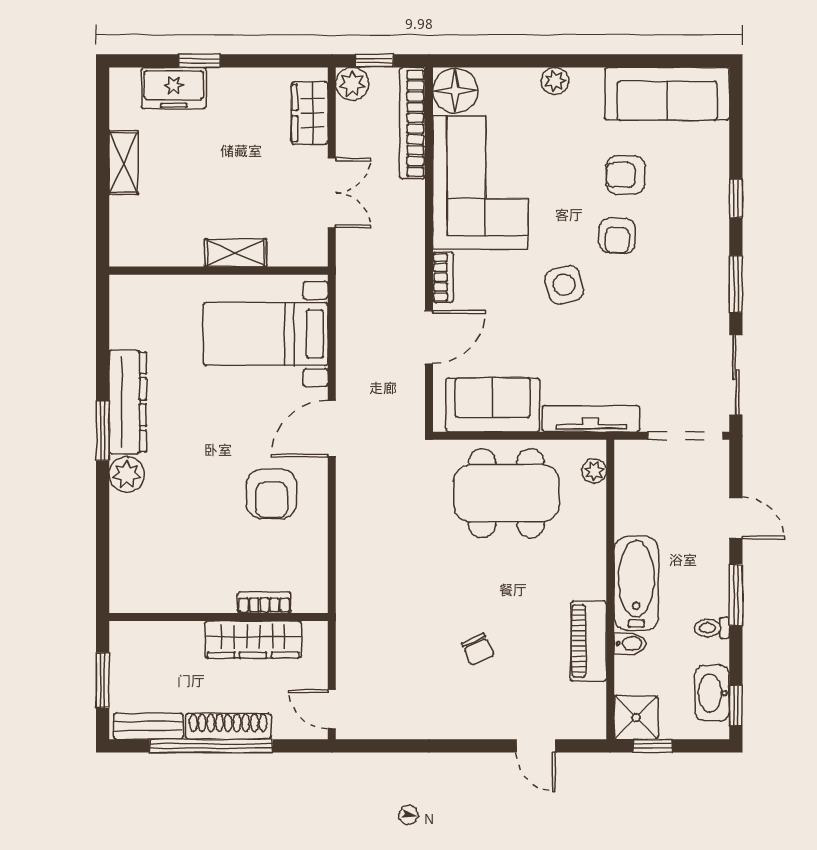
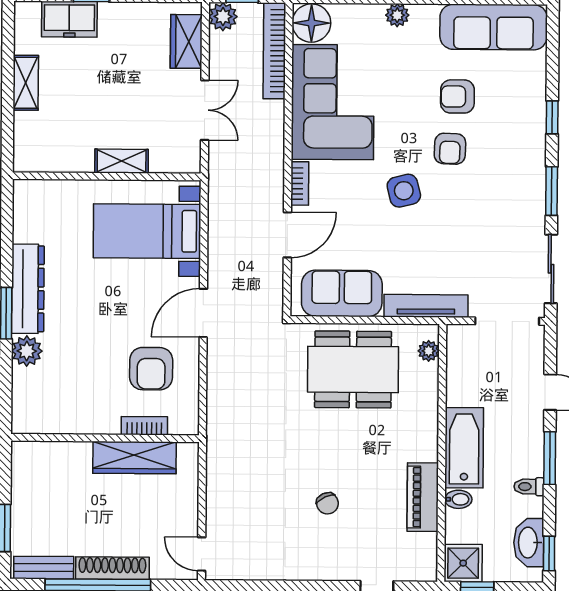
bookcase: (264, 602) -> (144, 426), moved
wall: (218, 617) -> (105, 438), moved
wardrobe: (253, 640) -> (135, 458), moved

